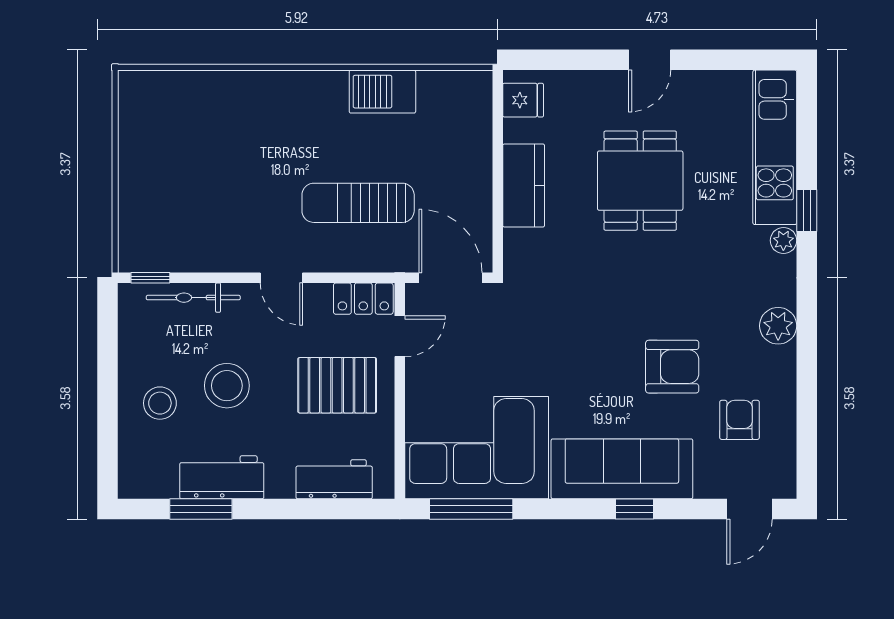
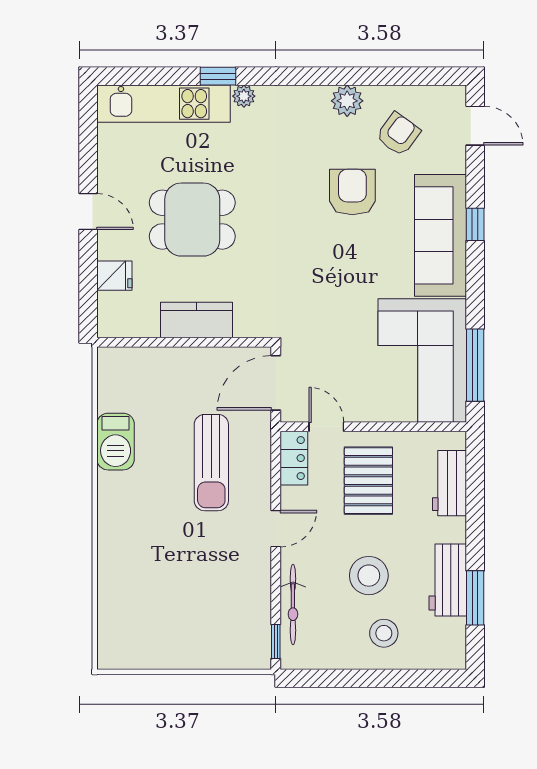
fridge: (523, 100) -> (114, 276), moved, turned 90
plant: (778, 326) -> (347, 101), moved
armchair: (740, 420) -> (398, 134), turned 126

